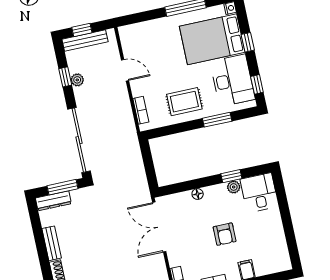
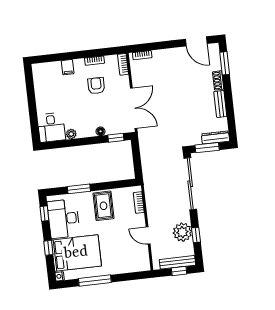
plant: (77, 80) -> (182, 232), width x1.88, depth x1.88
rug: (184, 102) -> (104, 206), turned 90
window: (231, 176) -> (116, 138), moved
armchair: (225, 234) -> (96, 86), moved

